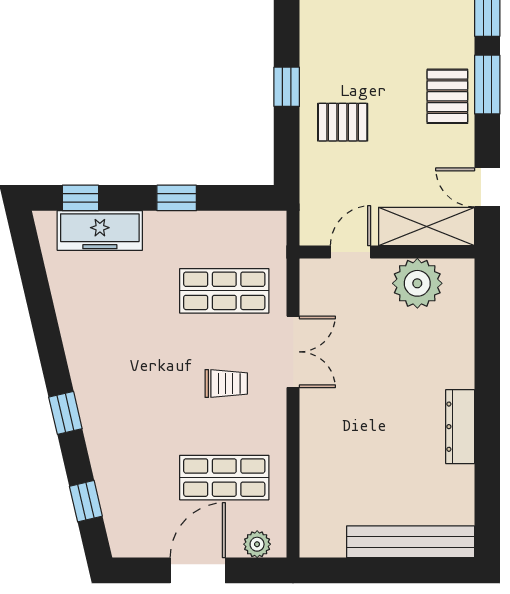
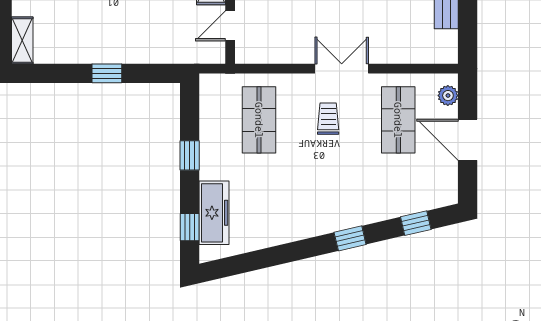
pallet: (343, 122) -> (133, 32), removed
door: (350, 252) -> (230, 26), hinge flipped
double door: (293, 352) -> (342, 69), moved

